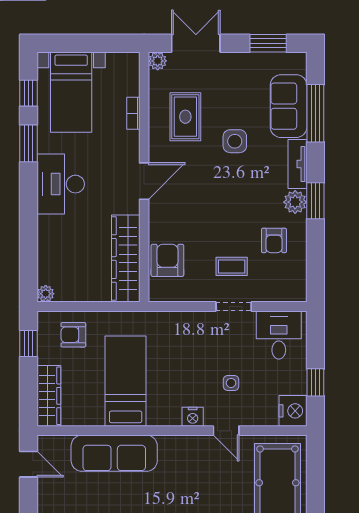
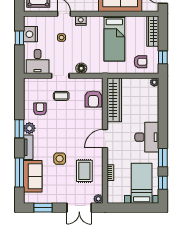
floor lamp: (192, 322) -> (81, 68), added
nightstand: (293, 411) -> (31, 34), moved

